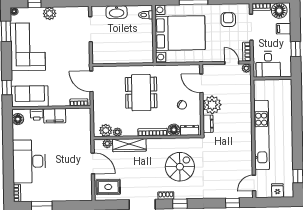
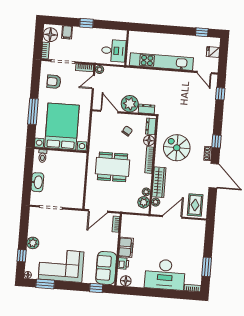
desk: (268, 64) -> (114, 51), moved
wall: (272, 78) -> (127, 48), moved
door: (201, 83) -> (109, 112), swing flipped
spiral stairs: (180, 167) -> (177, 148), moved

